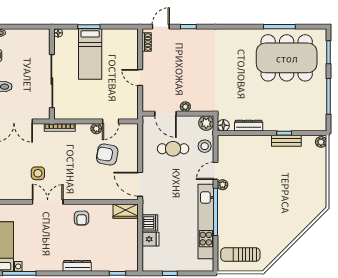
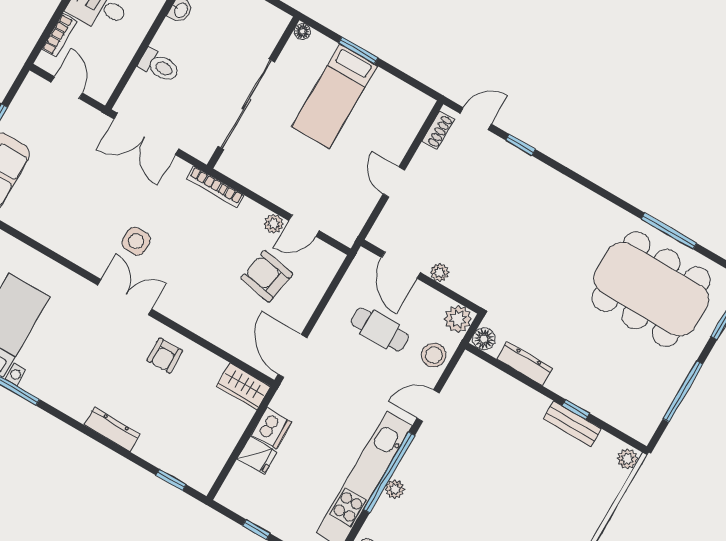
plant: (223, 185) -> (395, 489), moved

